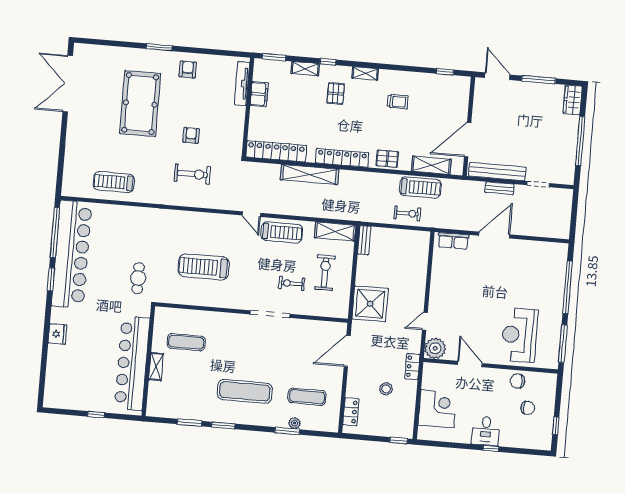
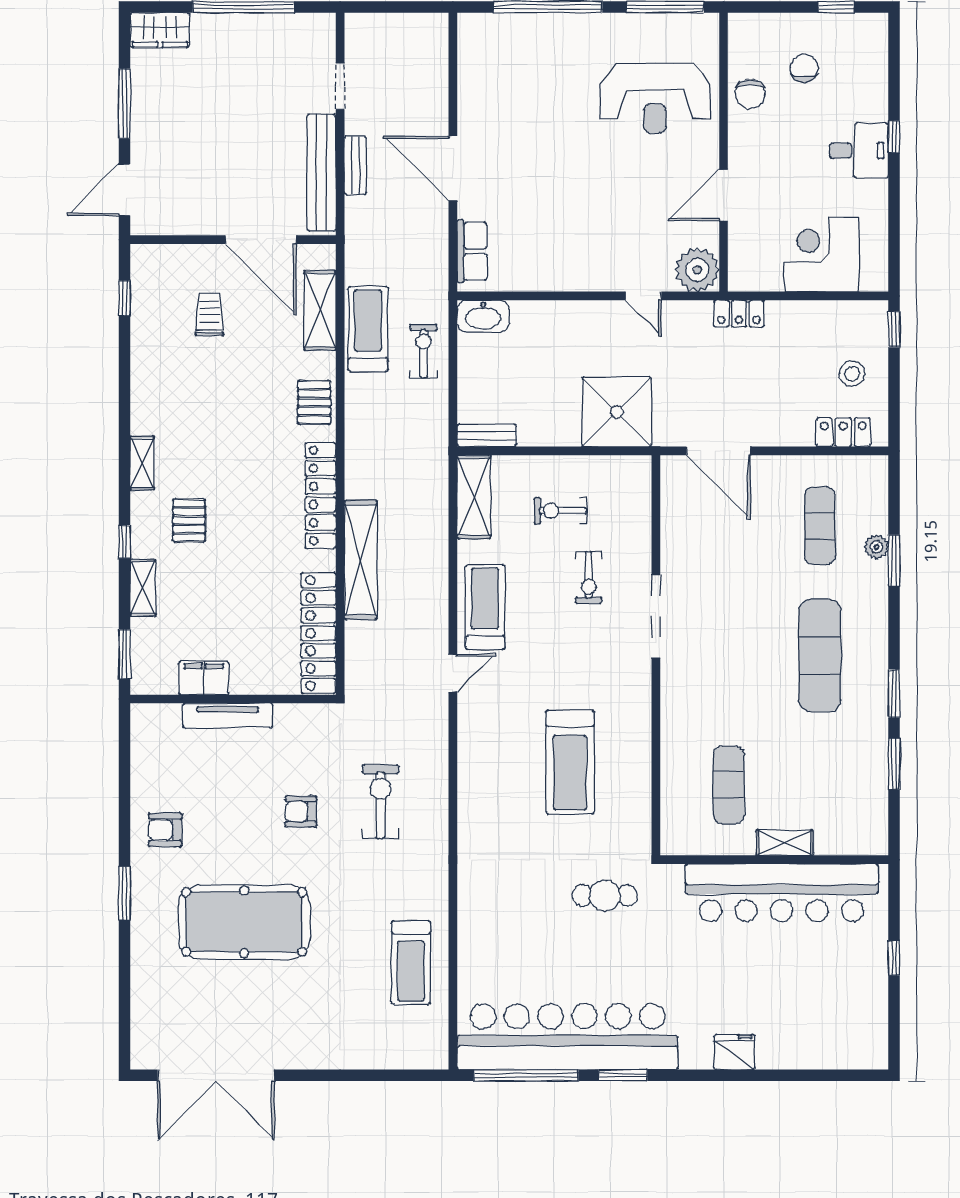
tv unit: (242, 83) -> (228, 715), moved
pallet: (336, 94) -> (189, 520), turned 90
trolley: (398, 102) -> (209, 315), moved
washbasin: (422, 243) -> (483, 316), added
exercise bike: (325, 273) -> (560, 511), width x0.73, depth x0.72
stool: (386, 389) -> (852, 374), moved

